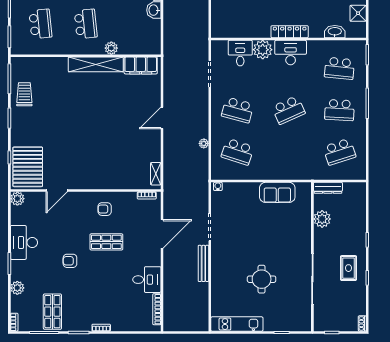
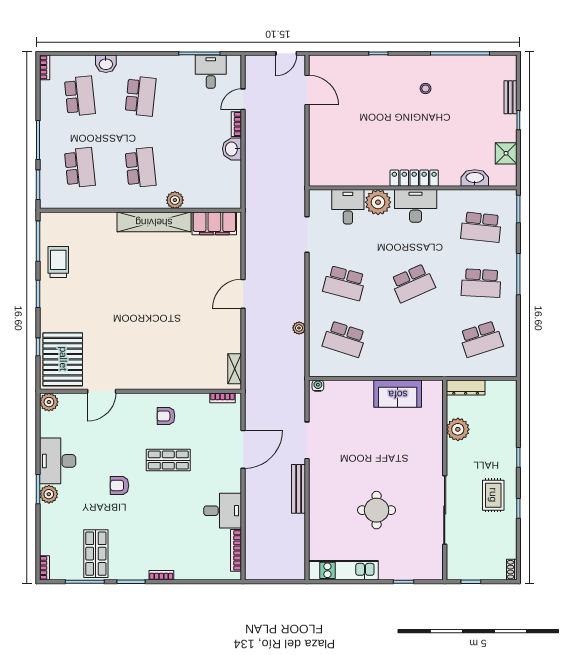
plant: (17, 288) -> (49, 494), moved

